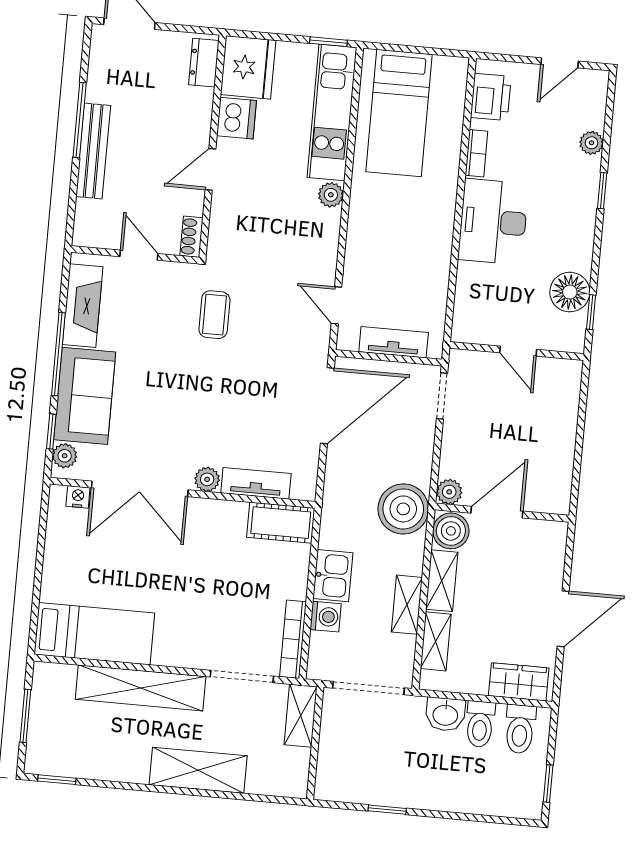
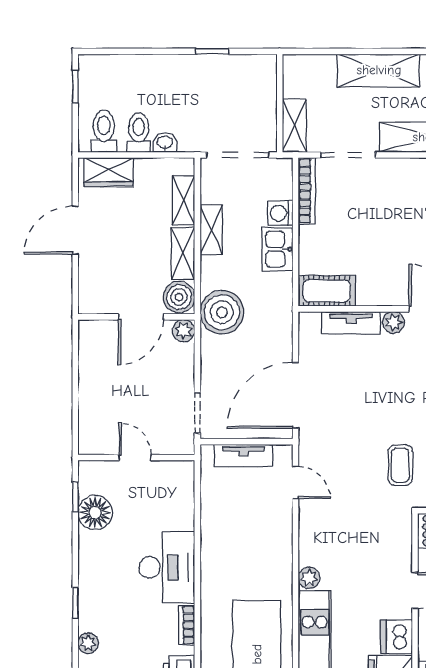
washbasin: (445, 714) -> (165, 143), width x0.72, depth x0.69

